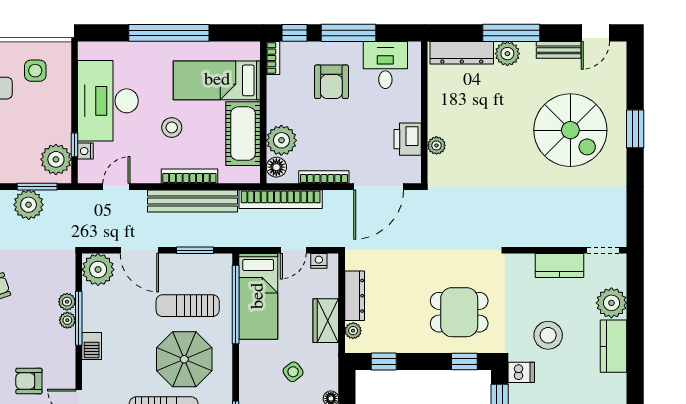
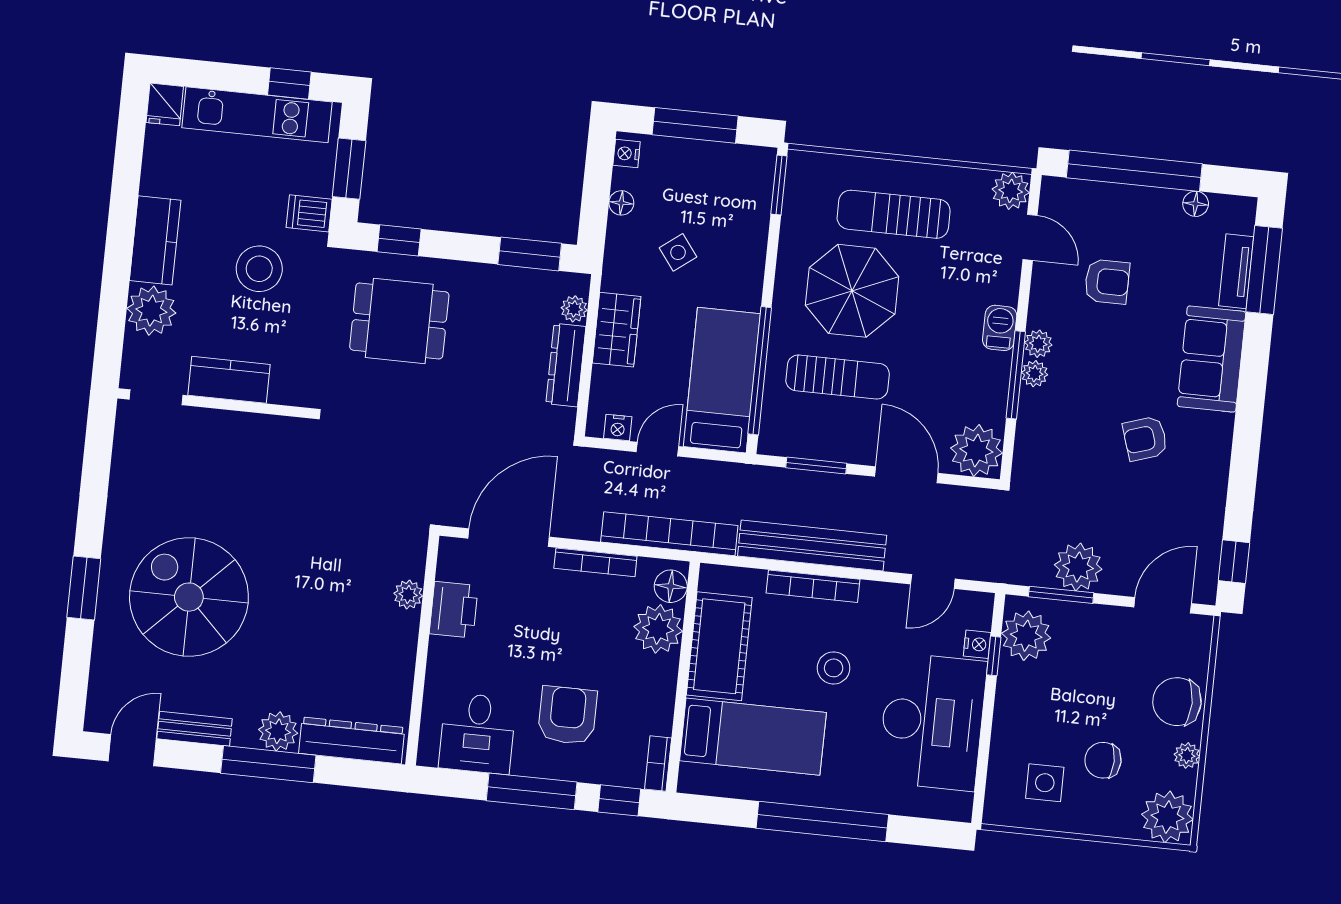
plant: (67, 302) -> (1038, 344), moved
window: (384, 361) -> (530, 254), width x1.50

